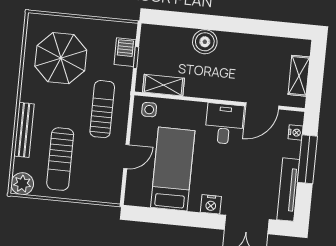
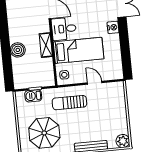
shelving: (164, 85) -> (46, 45), moved
sun lounger: (60, 159) -> (104, 122), removed
bed: (173, 169) -> (79, 50), moved, turned 180

